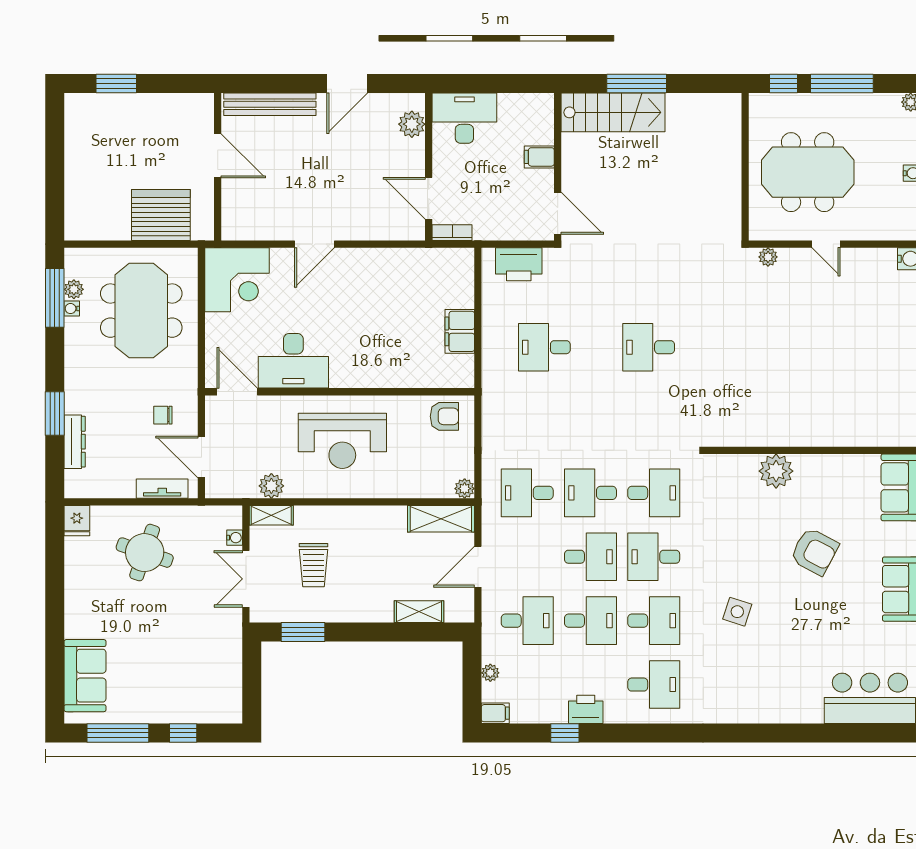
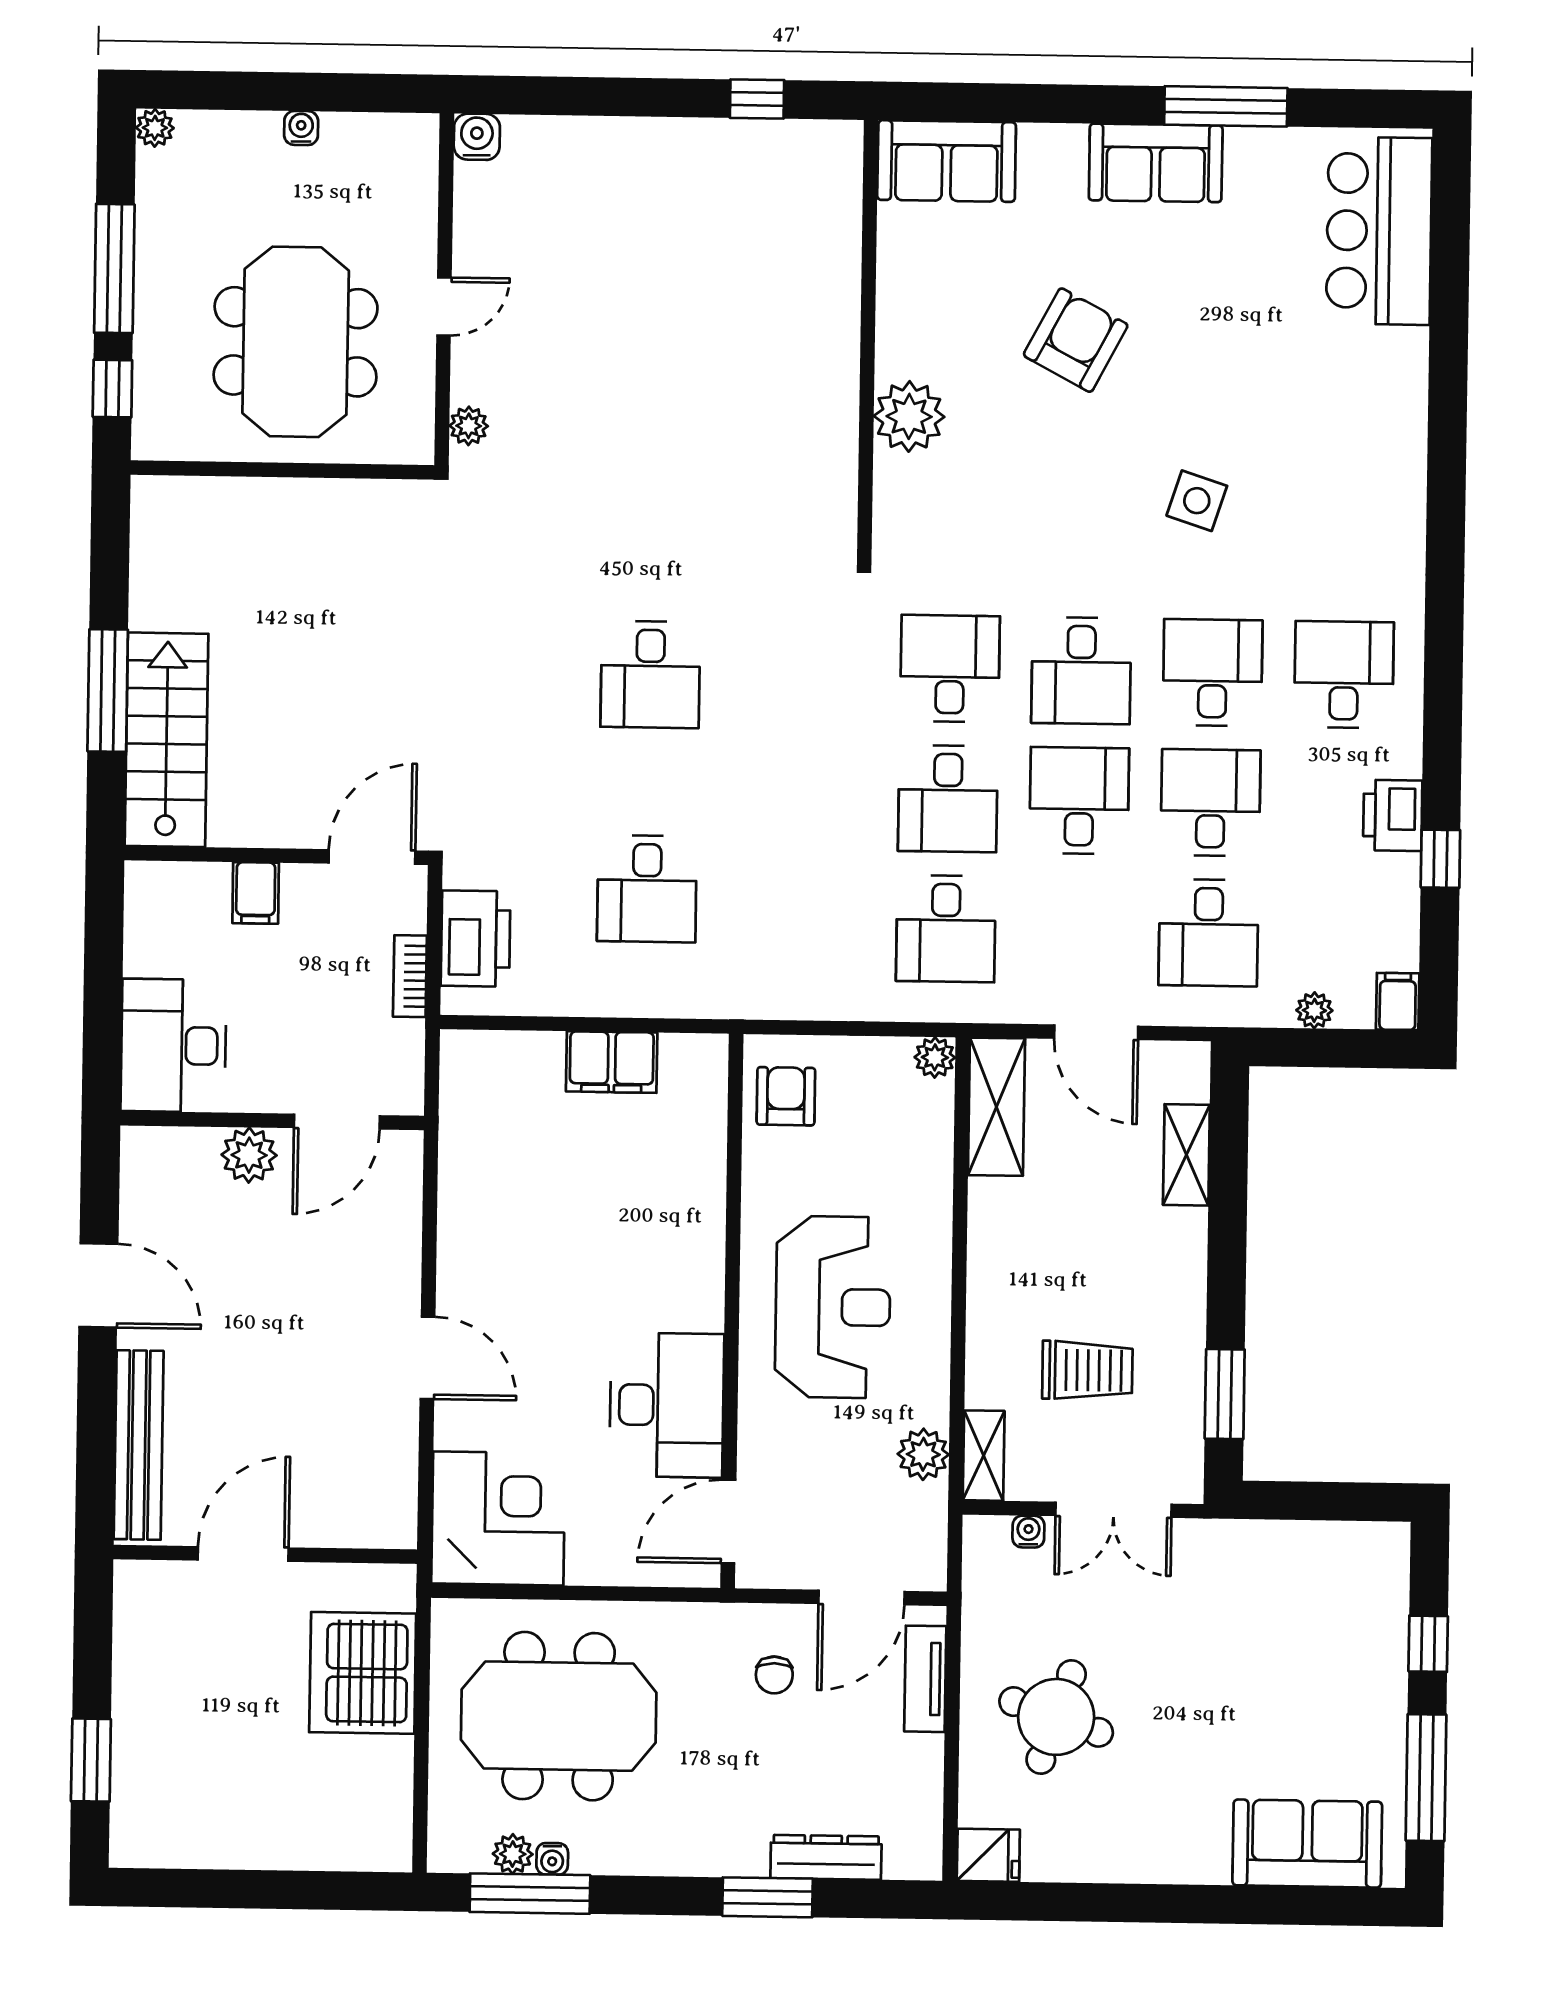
plant: (412, 124) -> (249, 1155), moved
bookcase: (452, 233) -> (410, 976), moved
desk: (527, 621) -> (1208, 933), turned 180

